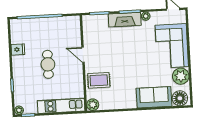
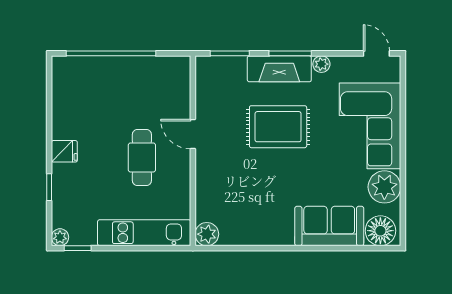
fridge: (18, 50) -> (64, 151), moved
cafe table: (48, 64) -> (142, 157), moved
rug: (99, 80) -> (278, 127), moved, width x1.36, depth x1.43

